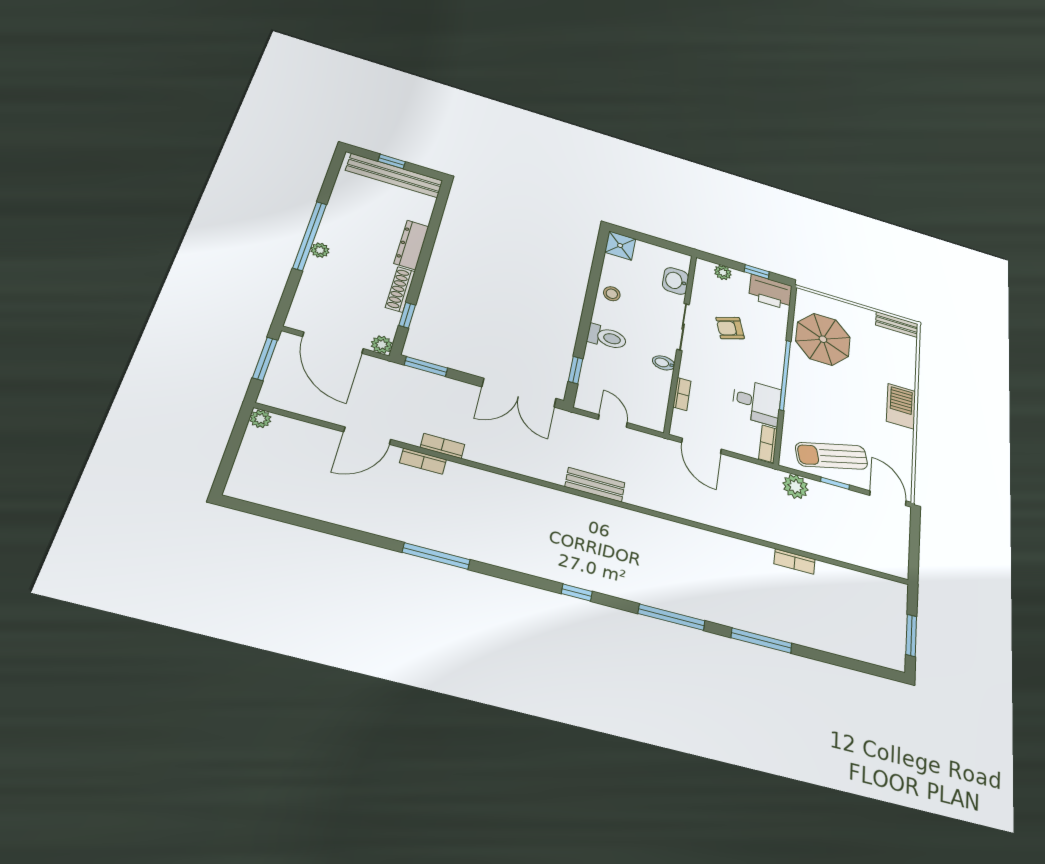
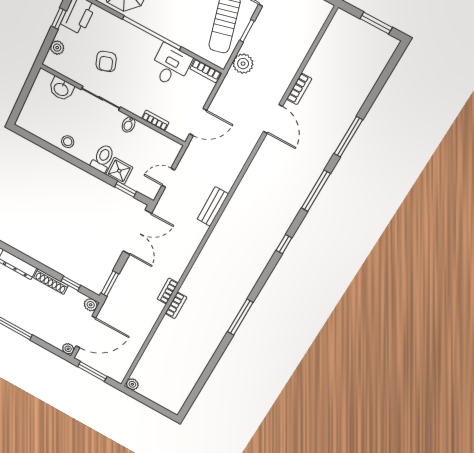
shower: (620, 245) -> (119, 171), moved
plant: (320, 250) -> (68, 349), moved
door: (367, 436) -> (273, 119), moved

